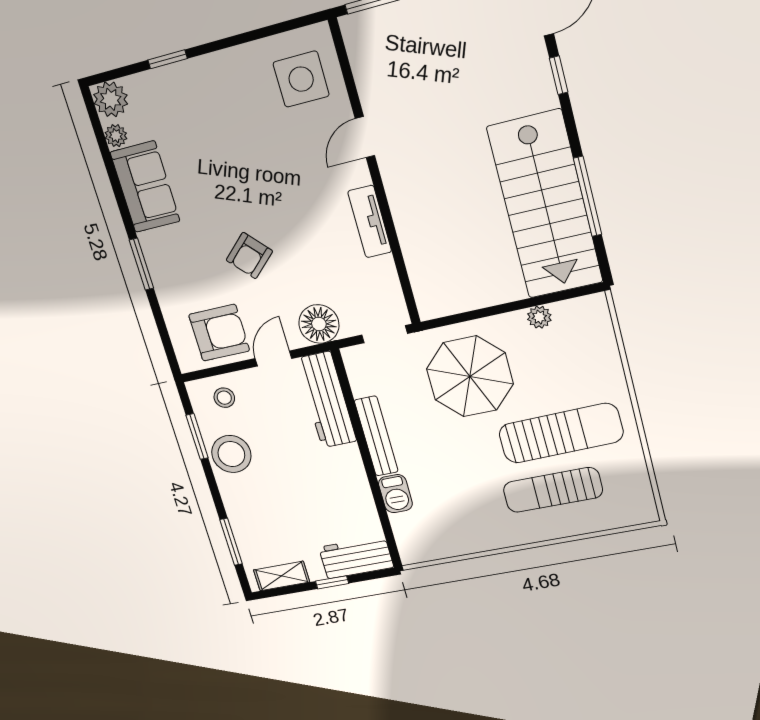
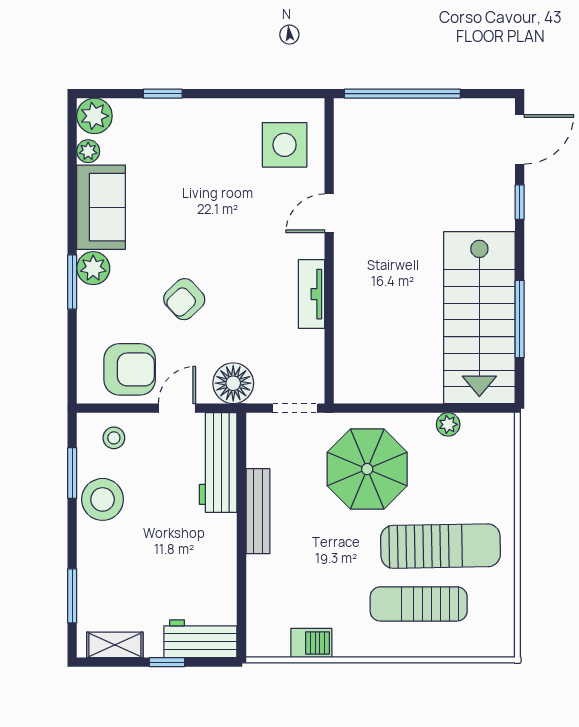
plant: (156, 247) -> (93, 268), added
barbecue: (395, 494) -> (311, 643), moved, turned -90

